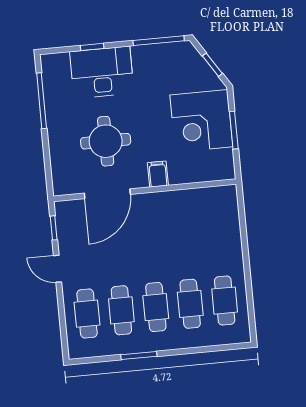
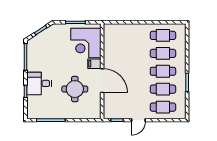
desk: (102, 72) -> (39, 83), width x0.73
corner desk: (201, 121) -> (86, 43), moved, turned 90
door: (107, 194) -> (102, 81), moved

